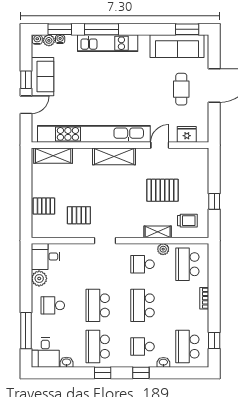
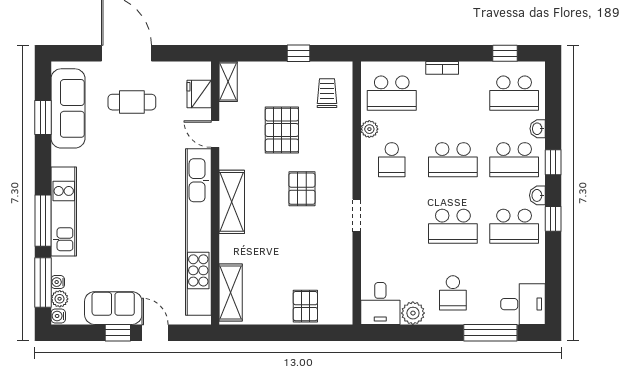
window: (60, 29) -> (43, 282), width x1.44
window: (187, 29) -> (43, 118), moved
pallet: (79, 215) -> (302, 189), moved
shelving: (158, 232) -> (228, 82), moved
school desk: (142, 347) -> (514, 160), width x1.85
washbasin: (66, 362) -> (537, 195), moved

